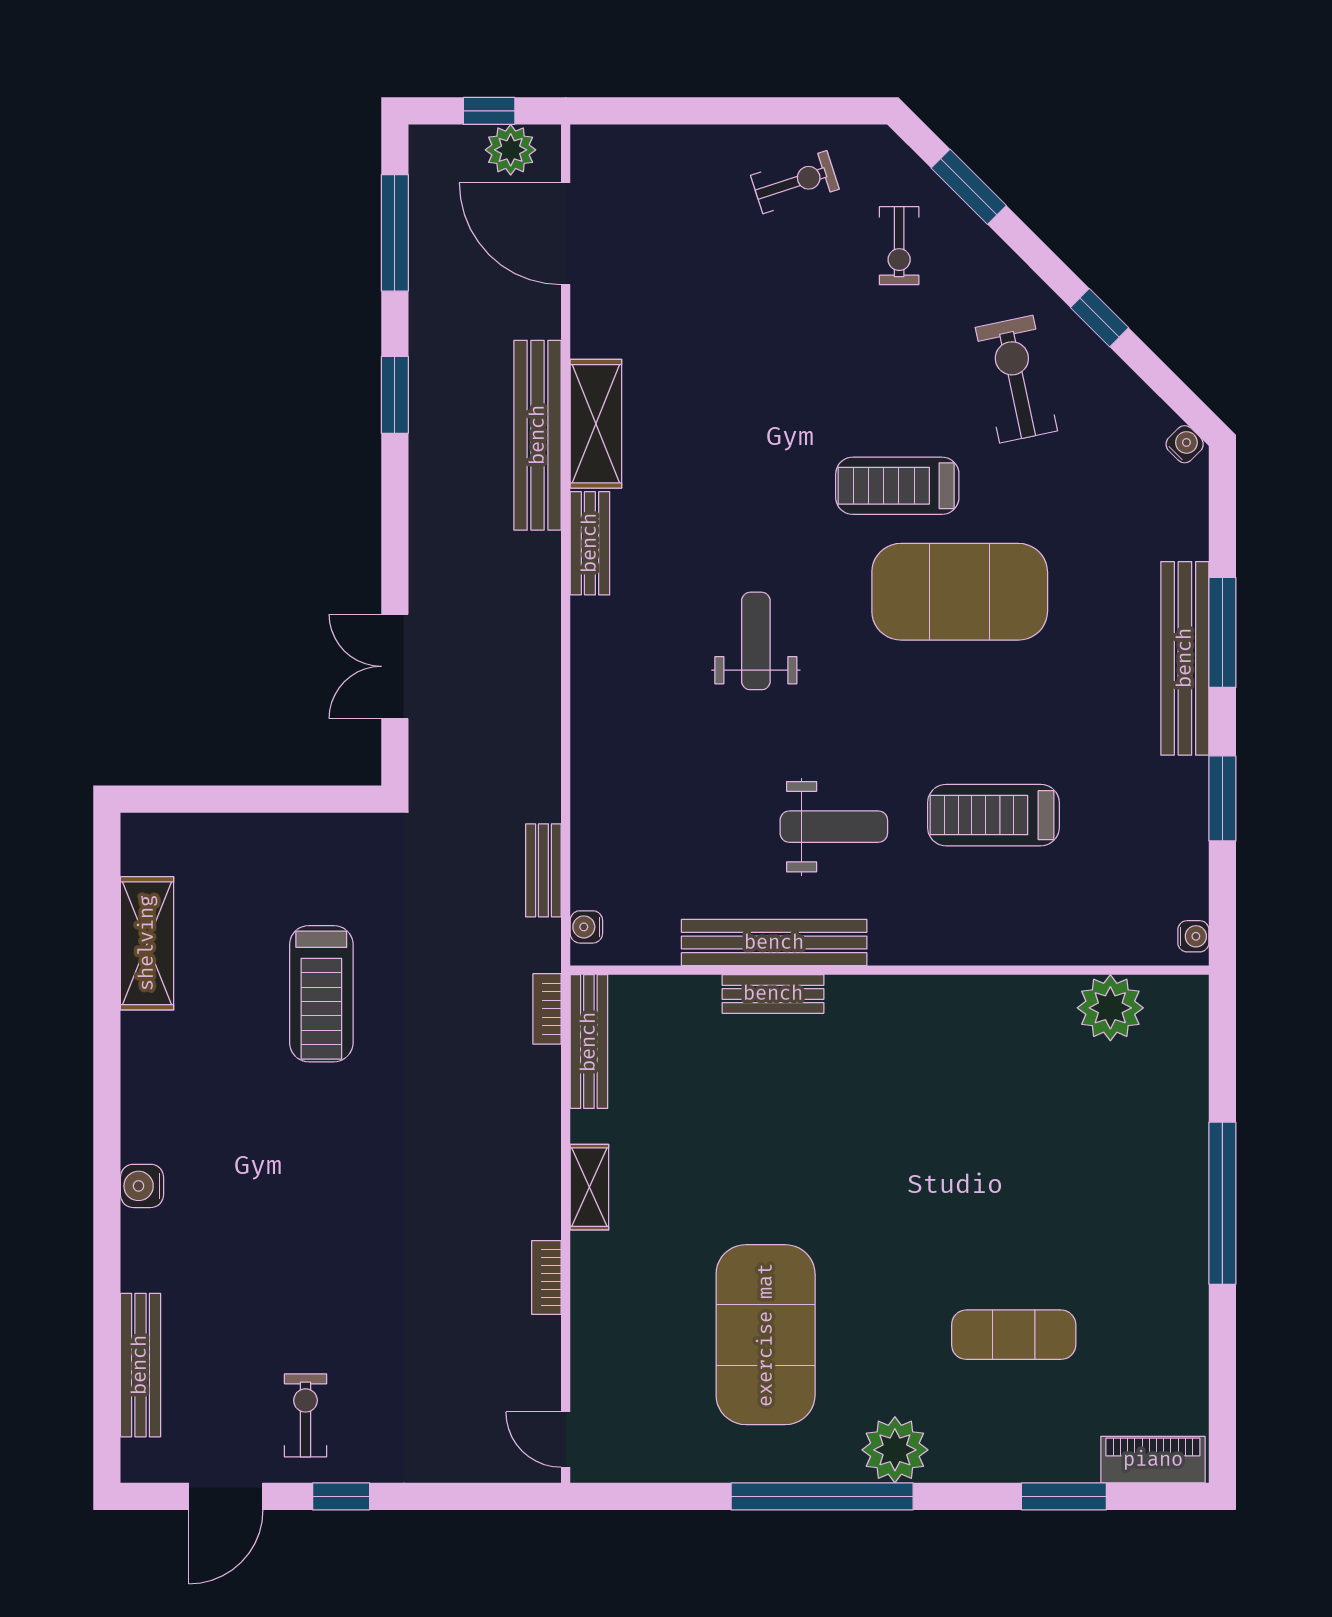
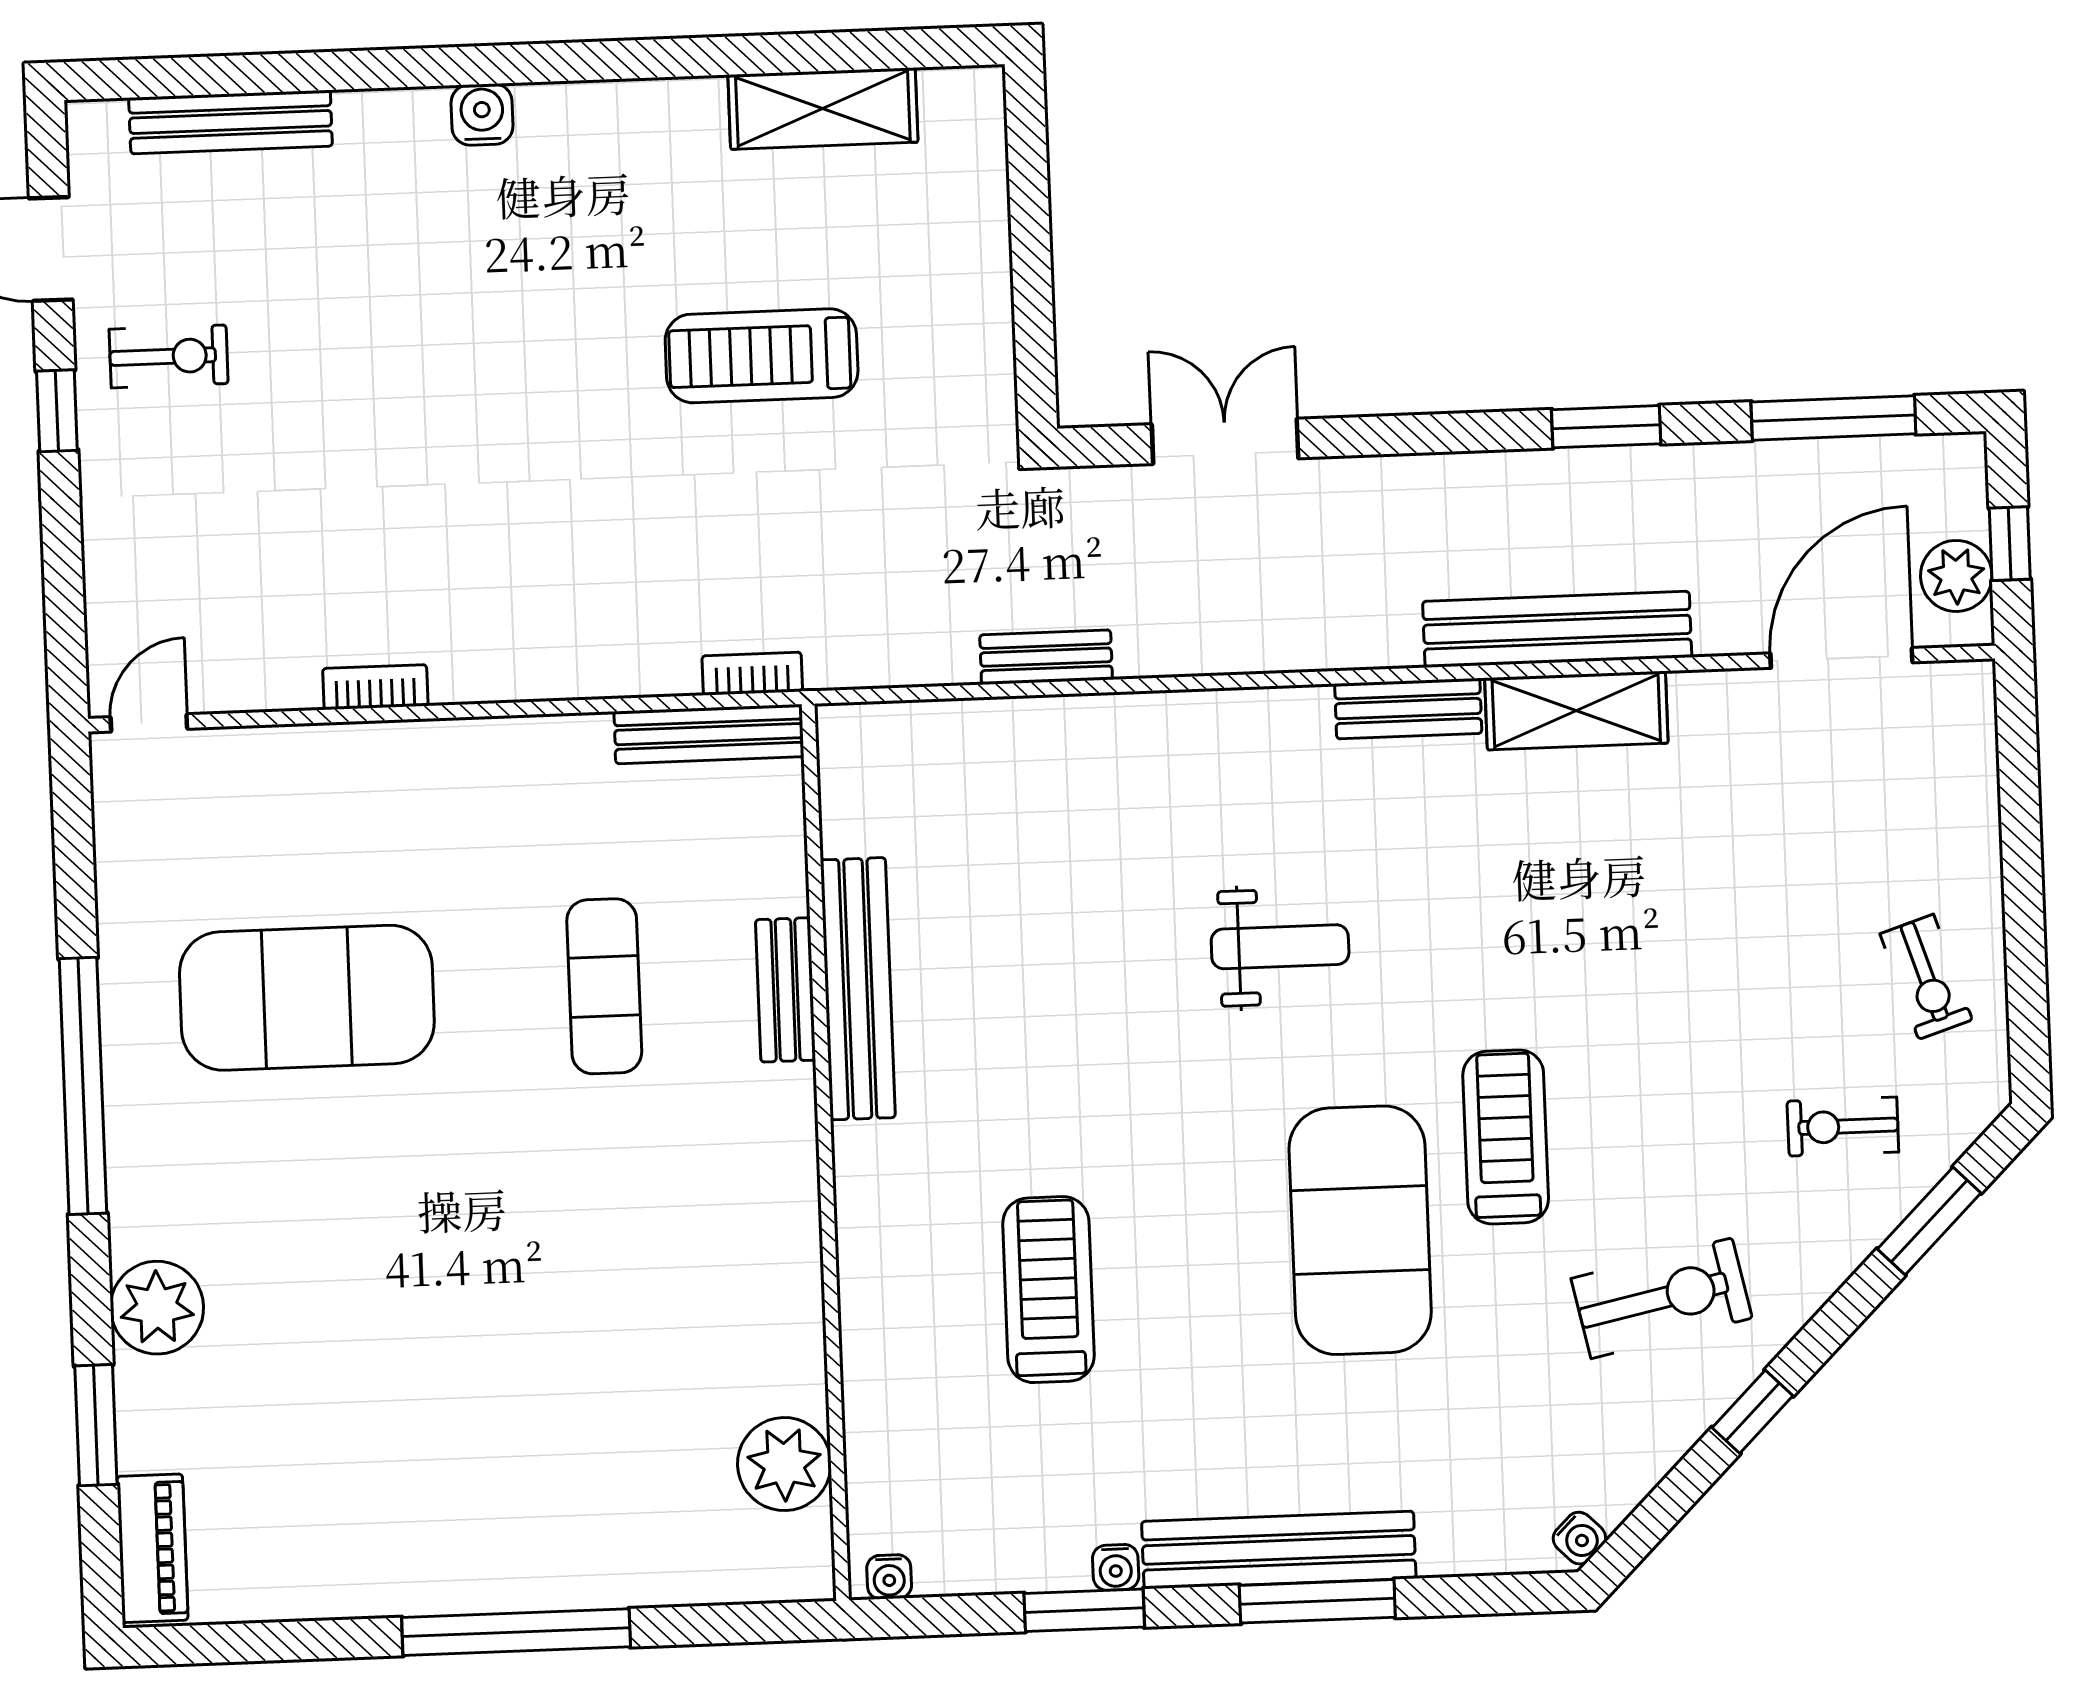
weight bench: (834, 827) -> (1024, 1066), removed
bench: (543, 870) -> (1046, 657), moved
water cooler: (586, 927) -> (1116, 1567), moved, turned 180
shelving: (589, 1187) -> (504, 743), removed
exercise mat: (1014, 1335) -> (604, 986), moved
plant: (895, 1450) -> (157, 1308), moved

